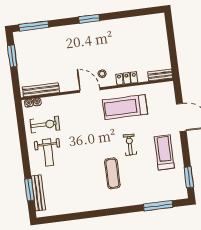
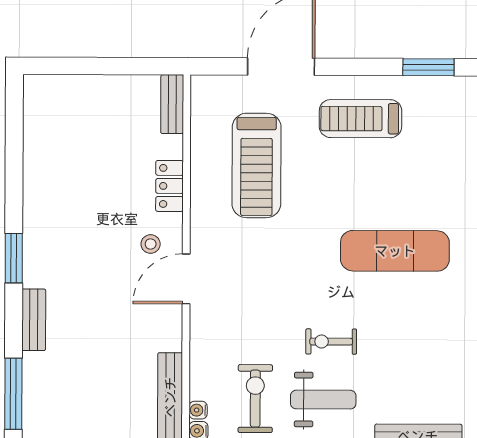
bench: (65, 30) -> (34, 320), added
treadmill: (125, 107) -> (256, 165), moved
exercise bike: (130, 145) -> (331, 342), moved
exercise mat: (112, 173) -> (395, 251), width x1.36, depth x1.45

